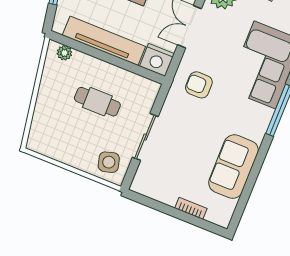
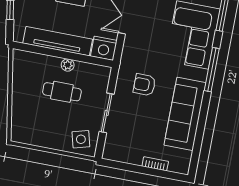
plant: (64, 53) -> (68, 65), moved
armchair: (199, 85) -> (144, 85), moved
sofa: (233, 167) -> (185, 114), width x1.36

